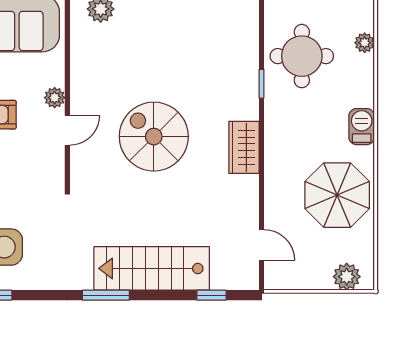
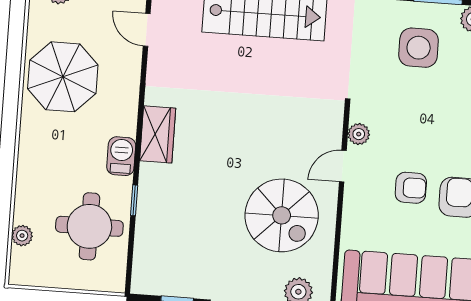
plant: (55, 98) -> (359, 134), moved
barbecue: (362, 127) -> (121, 156), moved, turned 180
spiral stairs: (154, 137) -> (282, 215), moved

